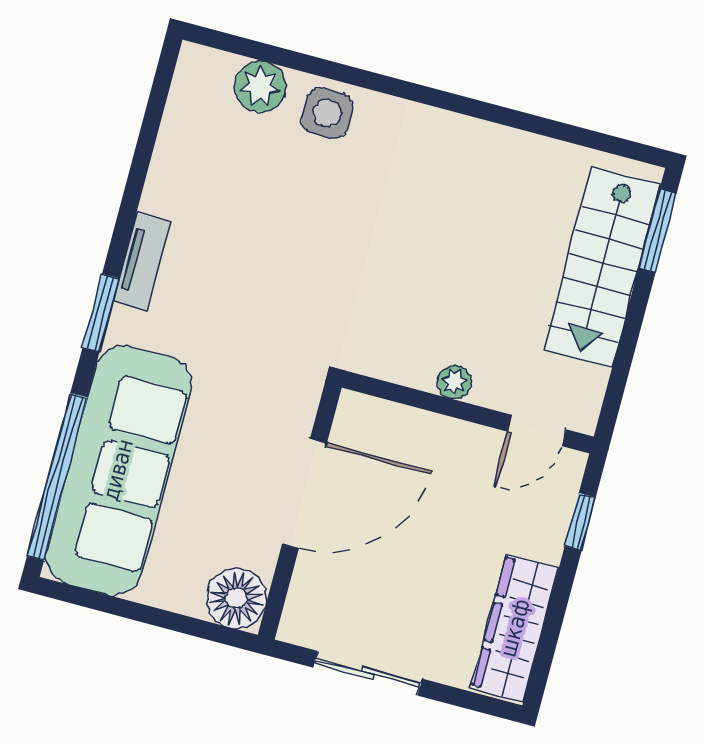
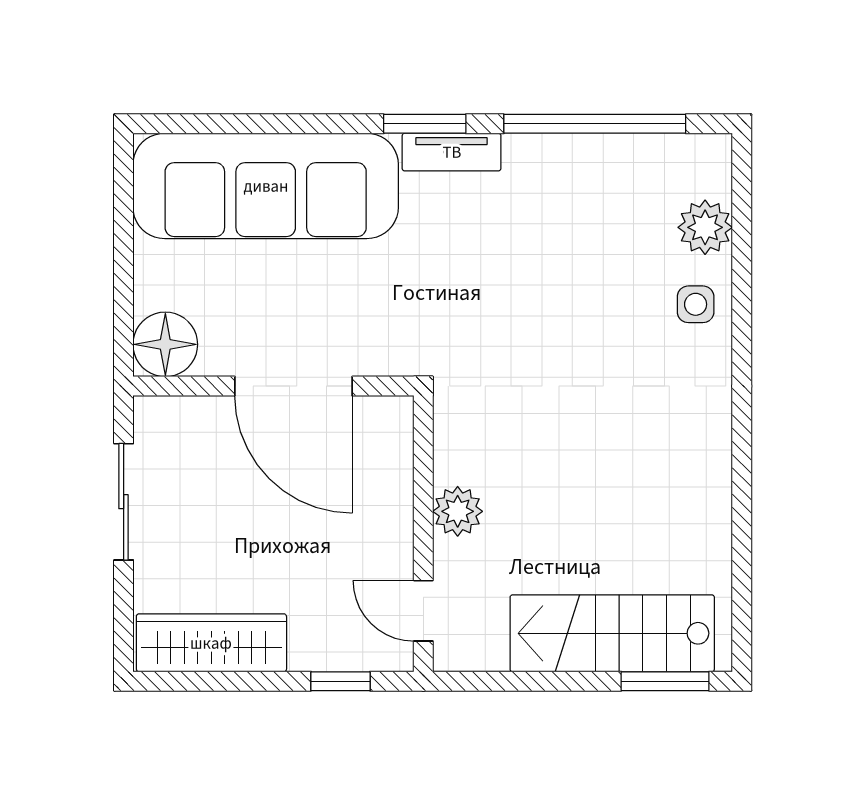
side table: (327, 113) -> (696, 304), width x0.73, depth x0.73
tv unit: (142, 262) -> (452, 152), moved
plant: (454, 382) -> (458, 511), width x1.38, depth x1.38
window: (57, 477) -> (595, 124), moved

